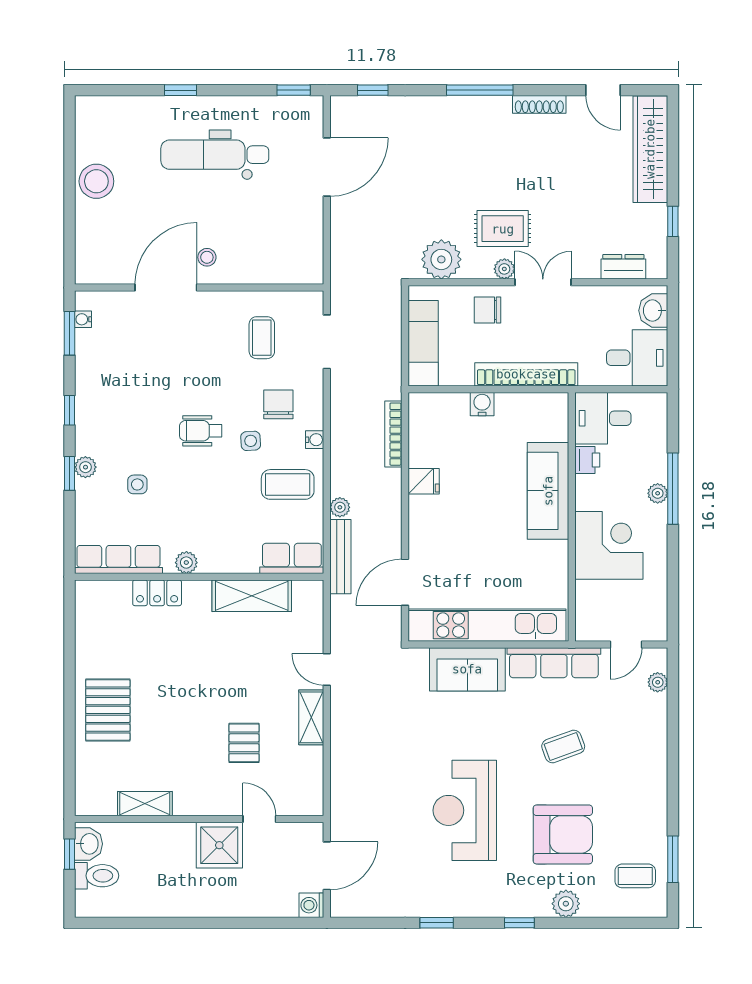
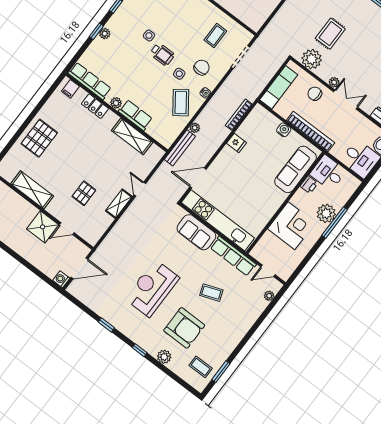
rug: (503, 229) -> (330, 34), moved, turned 90
wheelchair: (201, 431) -> (162, 54), turned 180
side table: (137, 484) -> (149, 36), moved
coffee table: (288, 484) -> (181, 103), turned 54
sofa: (548, 491) -> (296, 169), moved
plant: (658, 493) -> (326, 213), width x1.88, depth x1.88
row of seats: (292, 558) -> (135, 115), moved
filing cabinet: (98, 595) -> (70, 89), added
shelving: (145, 804) -> (32, 190), width x1.50, depth x1.33
door: (259, 819) -> (67, 229), swing flipped

